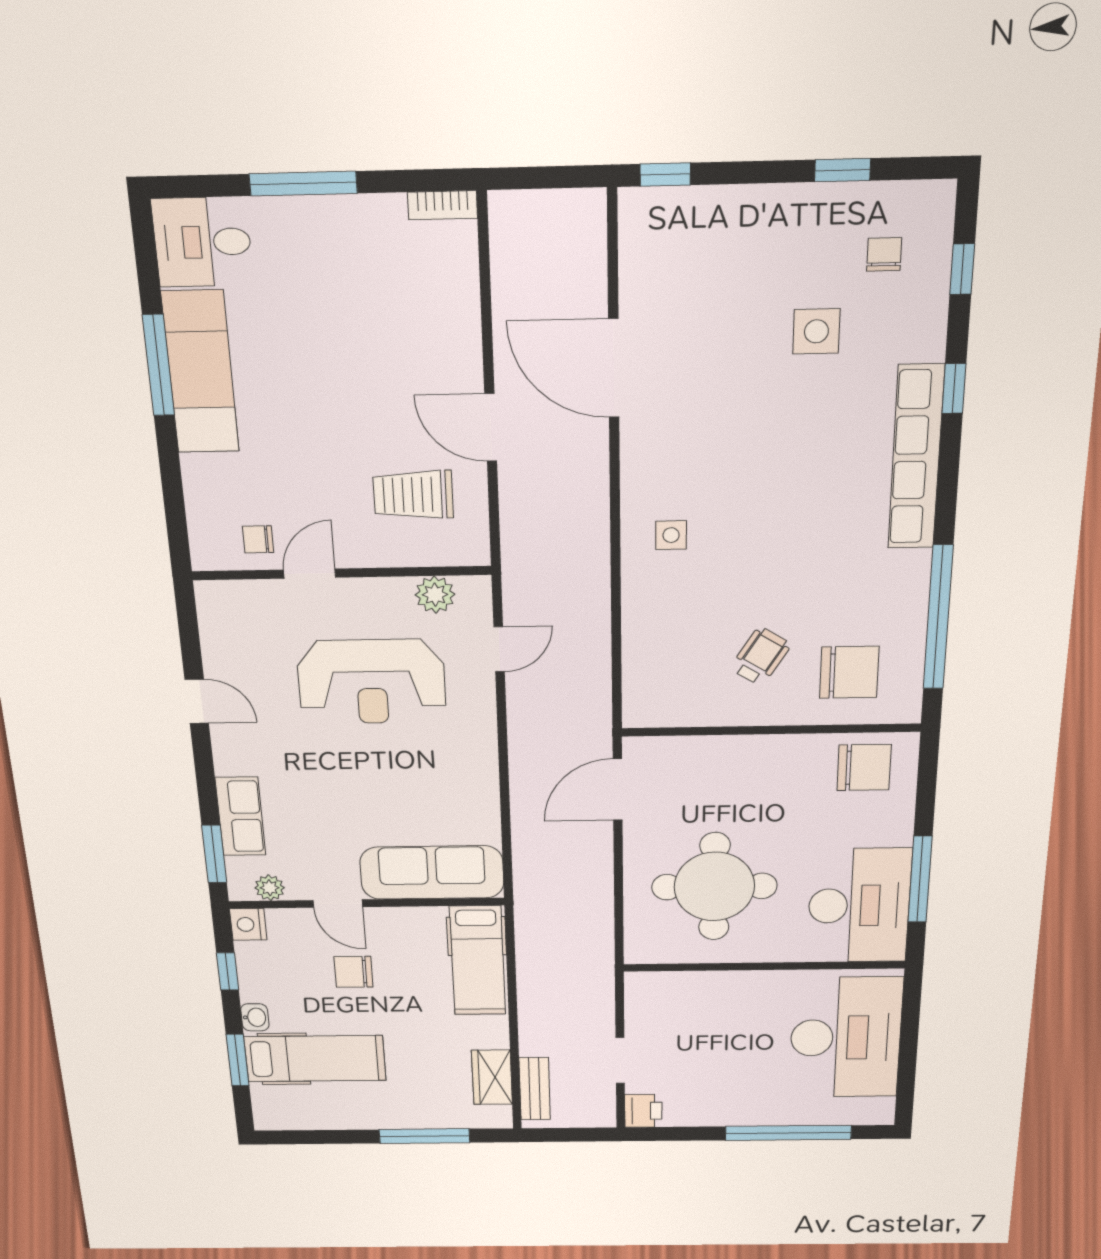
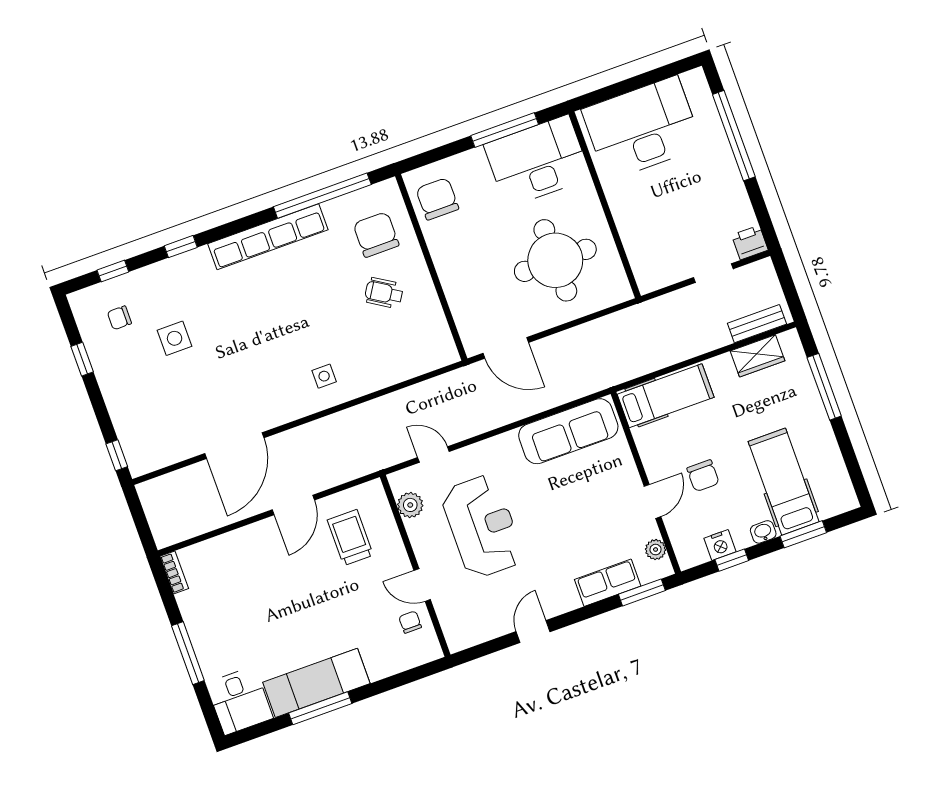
row of seats: (916, 458) -> (268, 237), moved
trolley: (413, 495) -> (350, 538), turned 180
chair: (258, 539) -> (410, 622), turned 180
sofa: (432, 873) -> (568, 431), moved, turned -90
nightstand: (248, 924) -> (720, 545), moved

